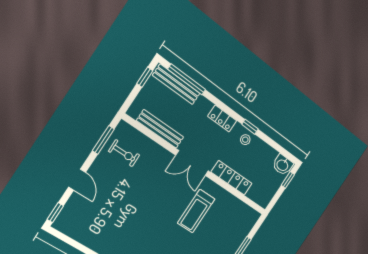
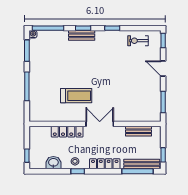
locker: (222, 119) -> (105, 164), width x1.53
bench: (160, 129) -> (138, 131), width x0.73
exercise bike: (124, 153) -> (138, 41), moved
washbasin: (283, 165) -> (53, 163), moved
treadmill: (196, 211) -> (76, 96), turned 90

